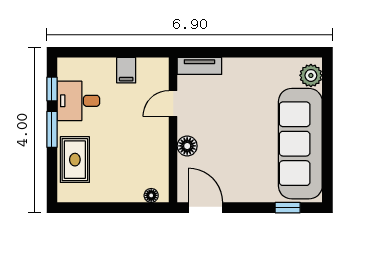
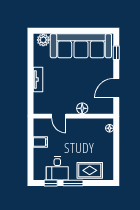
tv unit: (199, 66) -> (38, 80), moved
door: (205, 208) -> (116, 88), moved

